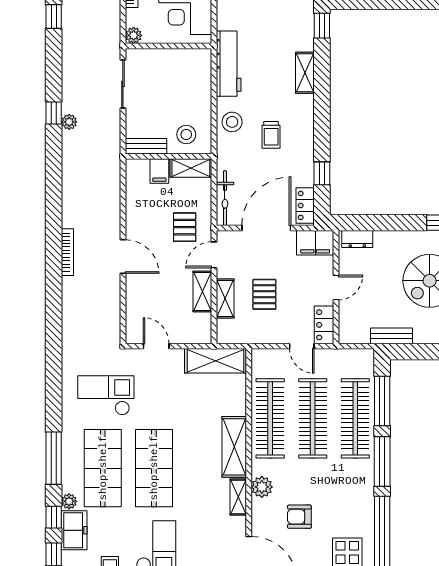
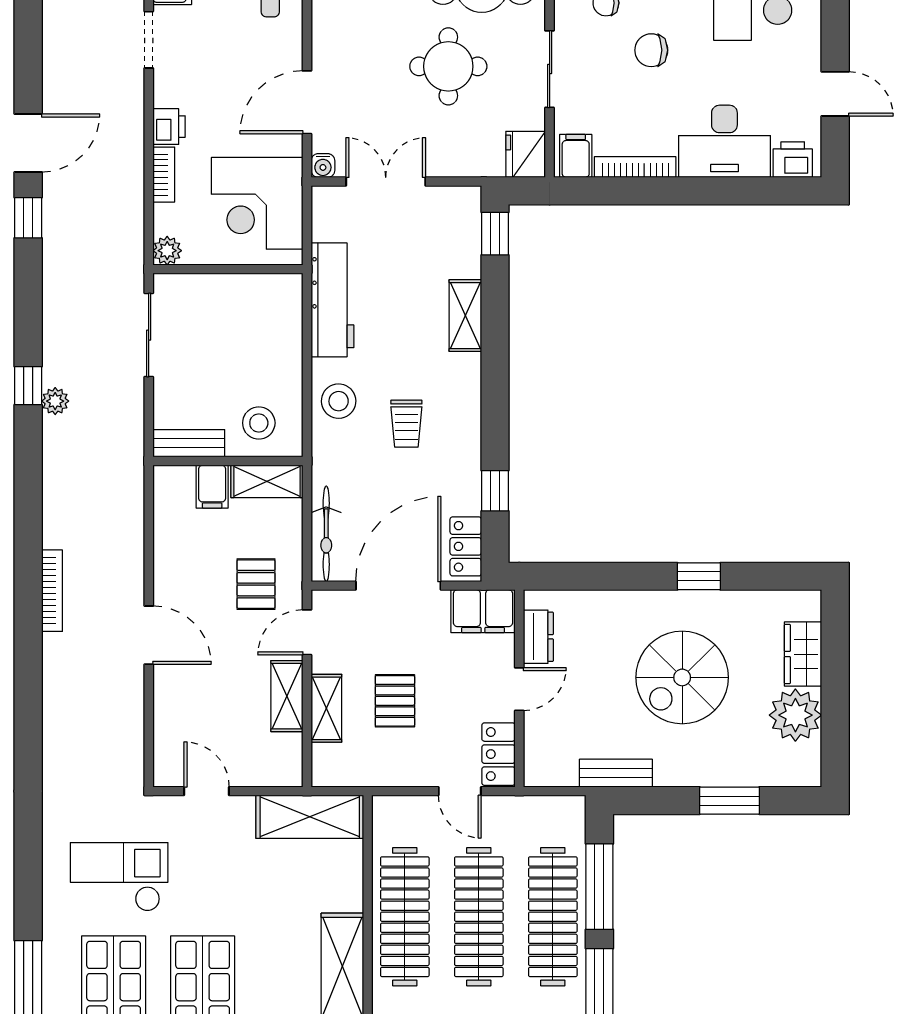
dresser: (357, 239) -> (538, 637), moved, turned -90
bookcase: (67, 252) -> (52, 591), moved

